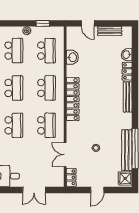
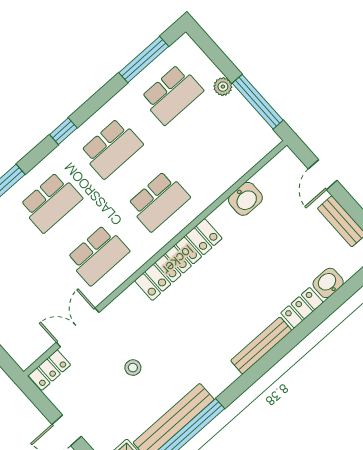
window: (43, 23) -> (258, 102), width x2.17
school desk: (46, 51) -> (219, 147), removed

